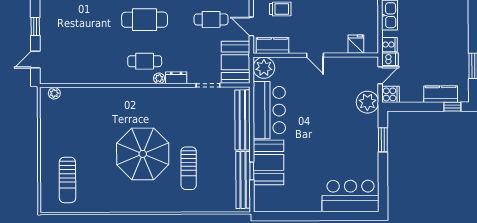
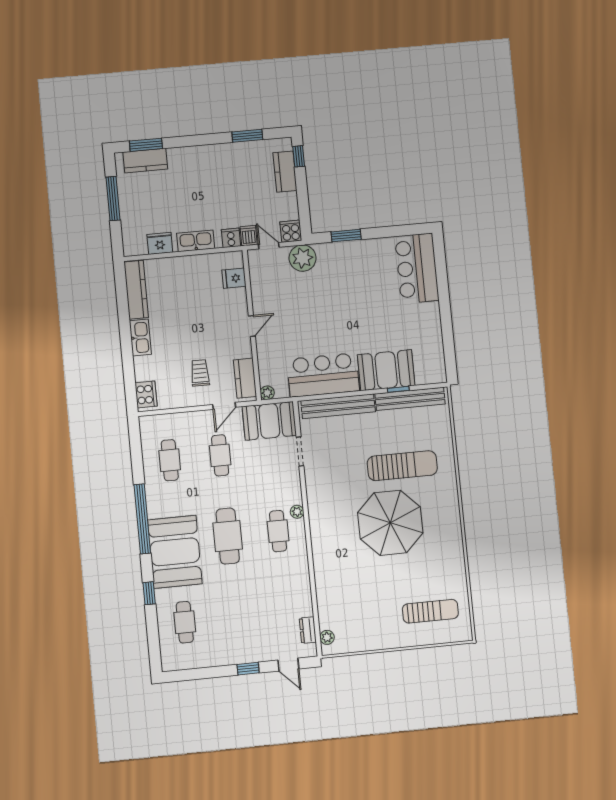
plant: (264, 68) -> (267, 393), width x0.53, depth x0.53
dresser: (176, 78) -> (308, 630), moved
sun lounger: (189, 168) -> (402, 466), width x1.36, depth x1.34

